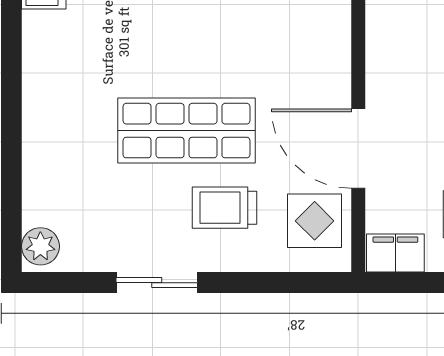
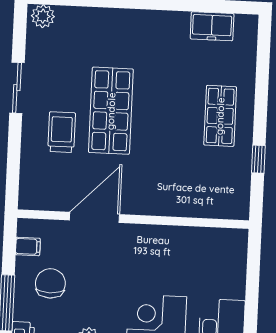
display table: (315, 221) -> (51, 188), removed
filing cabinet: (395, 253) -> (28, 246), width x0.50

